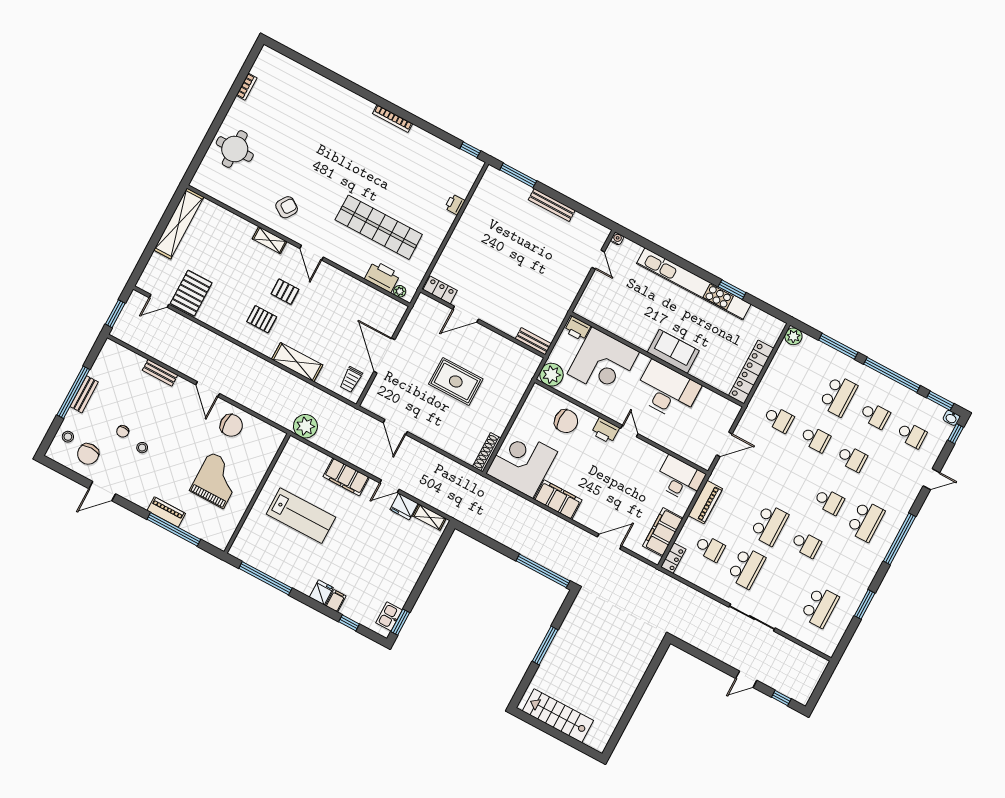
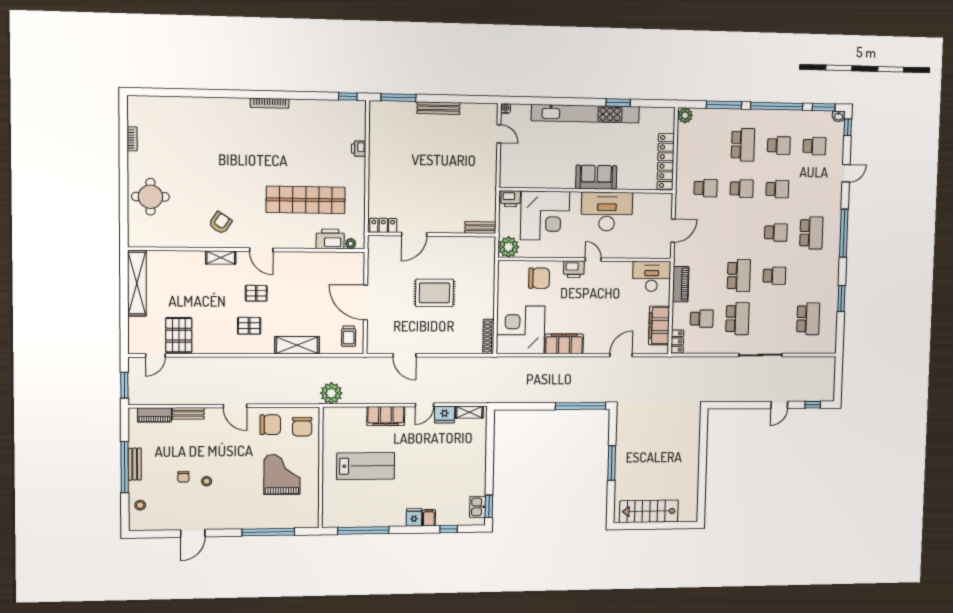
chair: (88, 454) -> (302, 427), moved
piano: (166, 512) -> (154, 415), moved, turned 180

